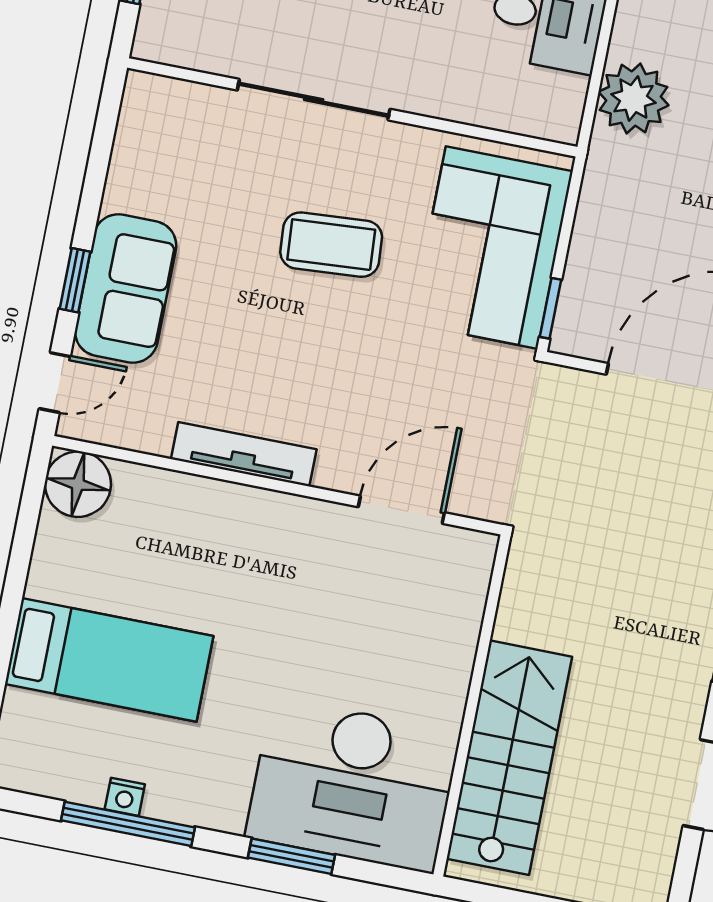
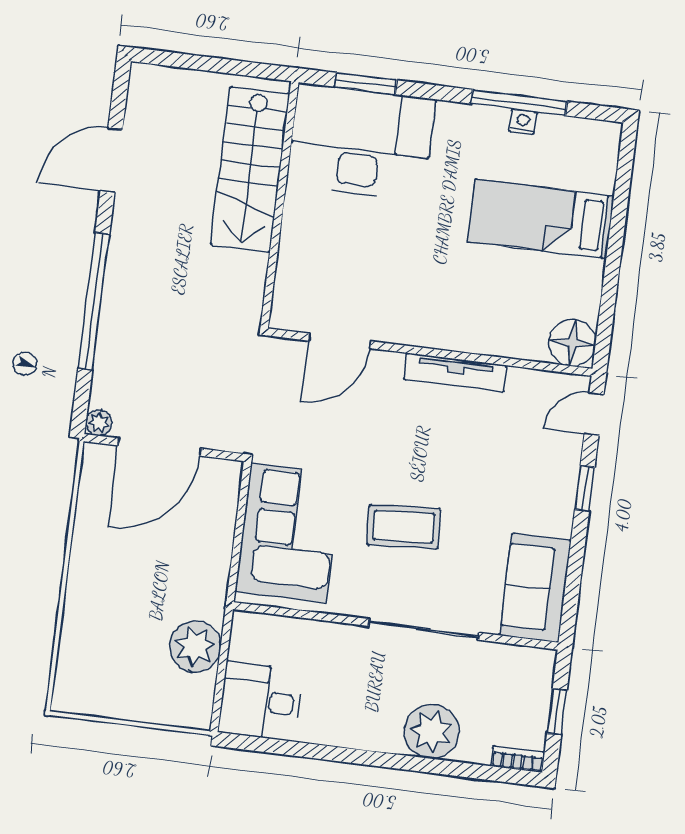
sofa: (126, 289) -> (535, 588), moved
window: (551, 308) -> (244, 493), removed
window: (292, 856) -> (366, 84), moved

